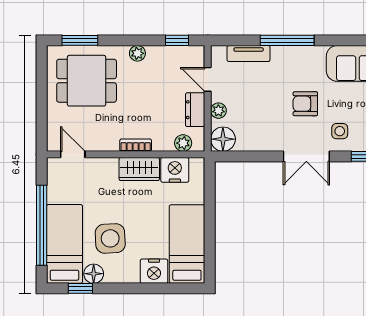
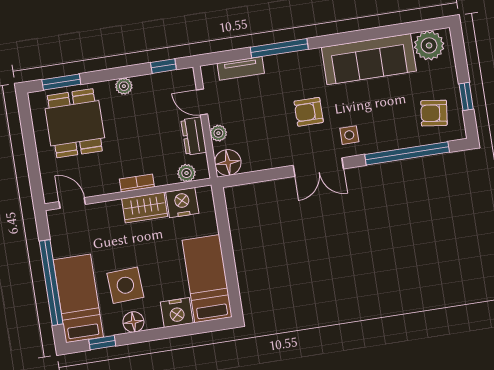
dining table: (87, 81) -> (75, 123), turned 90
floor lamp: (94, 274) -> (133, 322), moved

